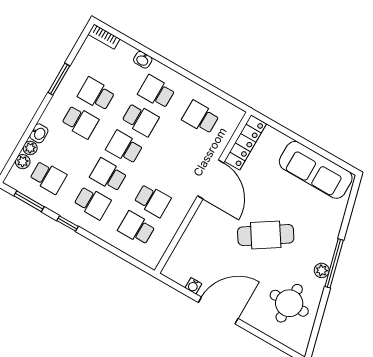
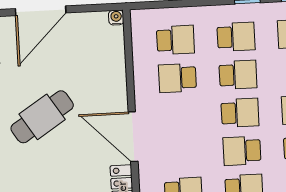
school desk: (92, 203) -> (236, 37), turned 180
water cooler: (193, 286) -> (116, 18), moved

